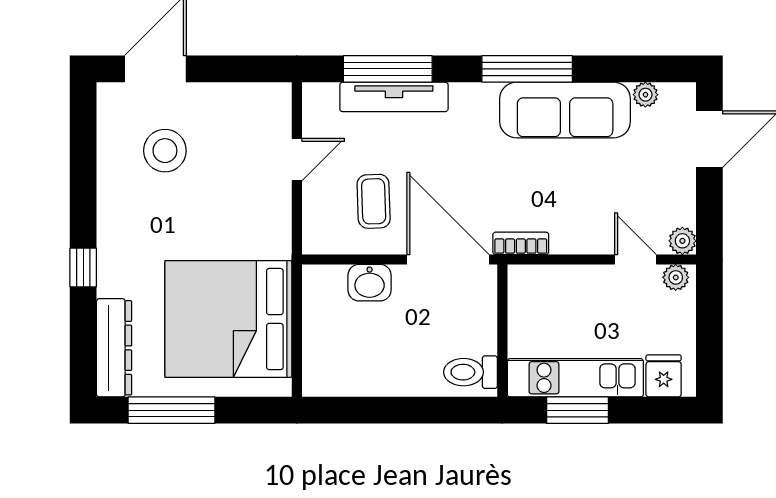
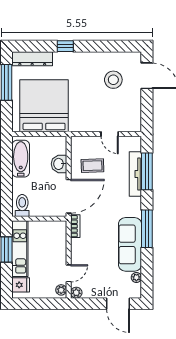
bathtub: (357, 376) -> (21, 159), added

